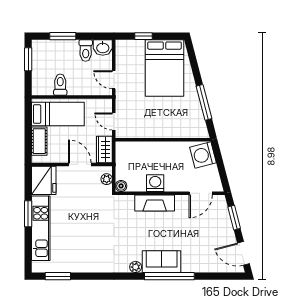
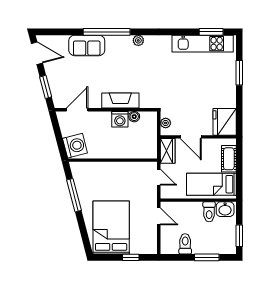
washbasin: (103, 48) -> (225, 209), moved, turned 180
boiler: (121, 186) -> (134, 117), moved
window: (28, 214) -> (239, 73), moved
kitchen unit: (41, 228) -> (203, 44), moved, turned -90
sofa: (162, 262) -> (87, 45), moved

